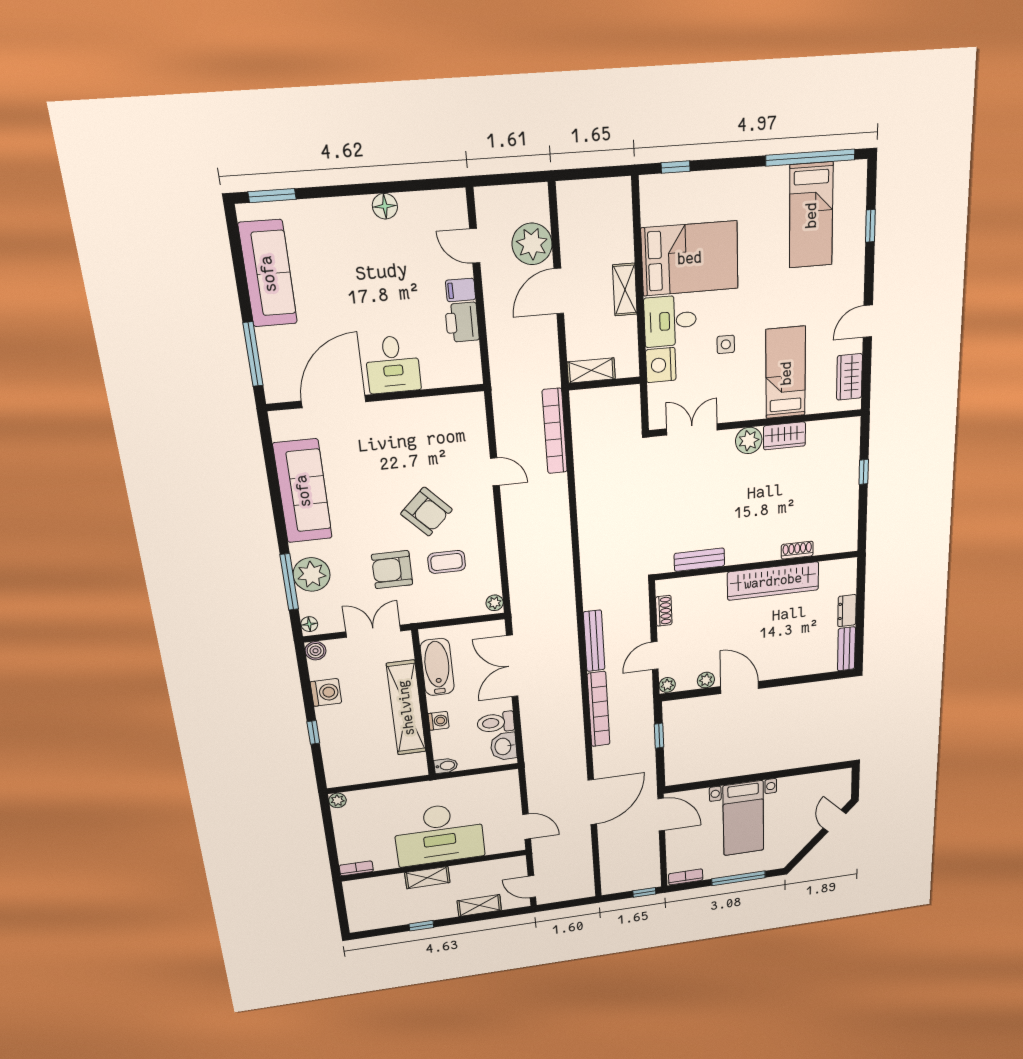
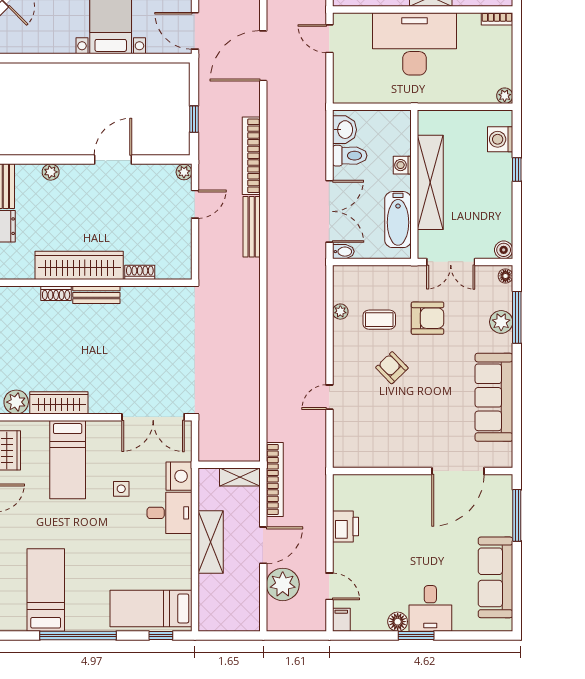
window: (810, 158) -> (78, 636), moved
window: (272, 196) -> (416, 636), moved
bed: (690, 258) -> (151, 608), moved, width x0.67
filing cabinet: (461, 290) -> (341, 620), moved, turned -90
shelving: (625, 290) -> (211, 542), width x1.50, depth x1.33
desk: (393, 364) -> (430, 608), moved, turned 180
double door: (692, 429) -> (153, 417), width x1.37
bookcase: (555, 431) -> (275, 479), moved
wardrobe: (784, 436) -> (59, 403), width x1.50
plant: (749, 440) -> (16, 402), moved
door: (495, 472) -> (329, 397), hinge flipped
armchair: (426, 512) -> (392, 368), width x0.72, depth x0.72
bench: (699, 560) -> (96, 295), moved
plant: (312, 574) -> (501, 322), width x0.73, depth x0.73
plant: (495, 603) -> (340, 312), moved
shoe rack: (664, 611) -> (140, 272), moved, turned 90
plant: (706, 680) -> (51, 172), moved
door: (740, 687) -> (113, 160), swing flipped
washing machine: (326, 692) -> (500, 139), moved
bidet: (446, 766) -> (343, 252), moved, turned 180

